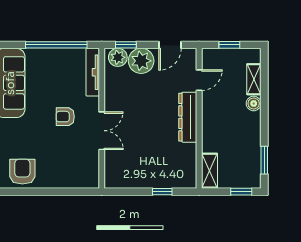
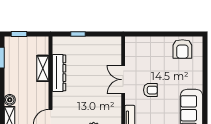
dresser: (188, 117) -> (59, 73), moved
shelving: (210, 171) -> (43, 68), moved

